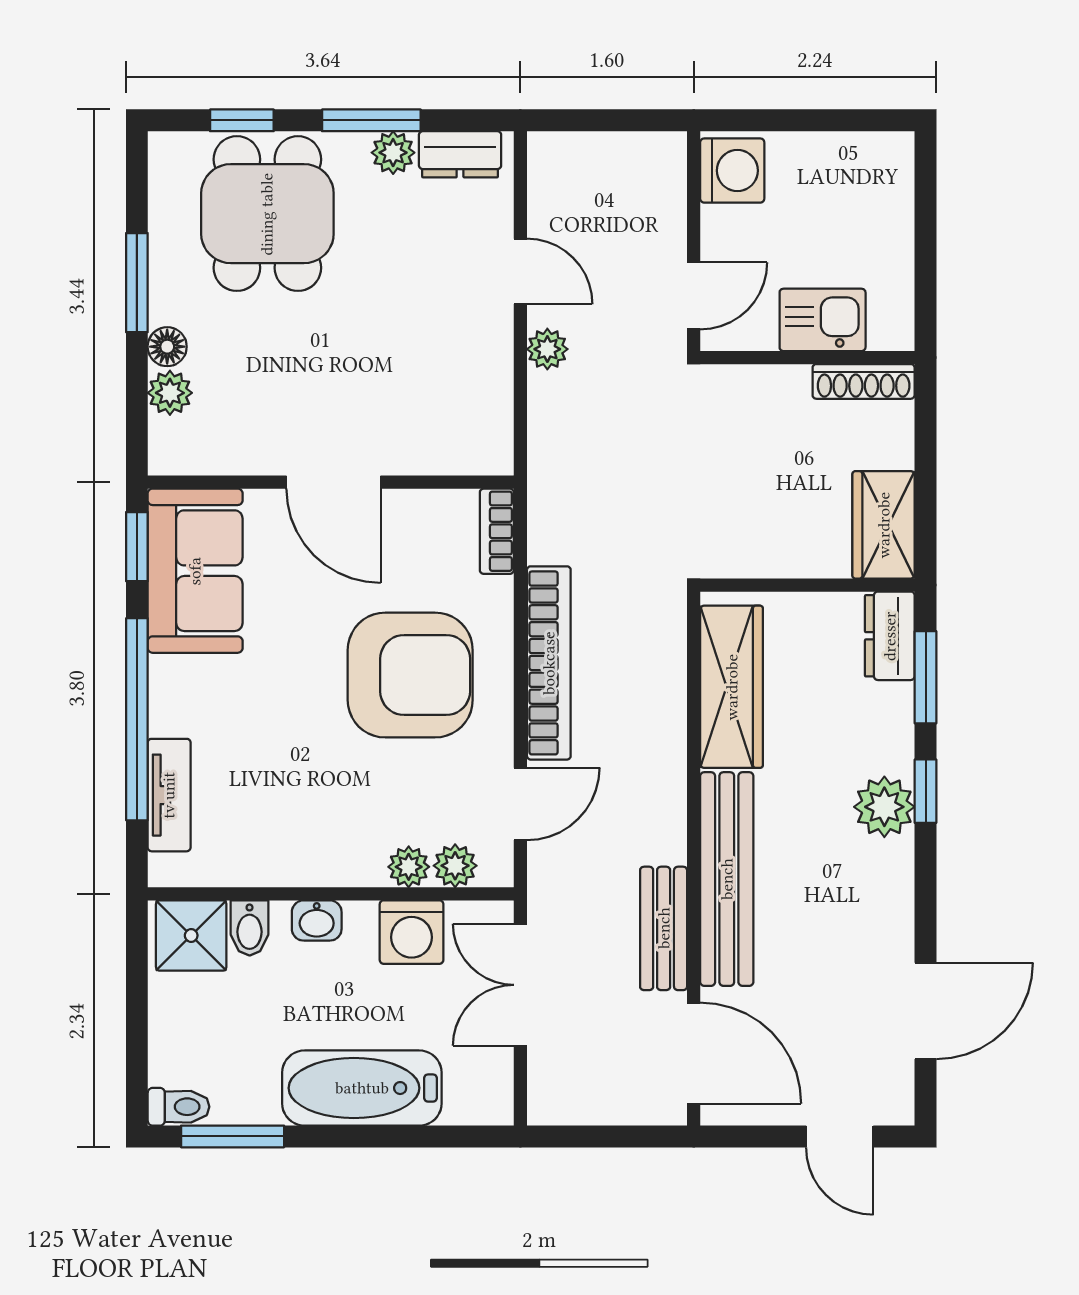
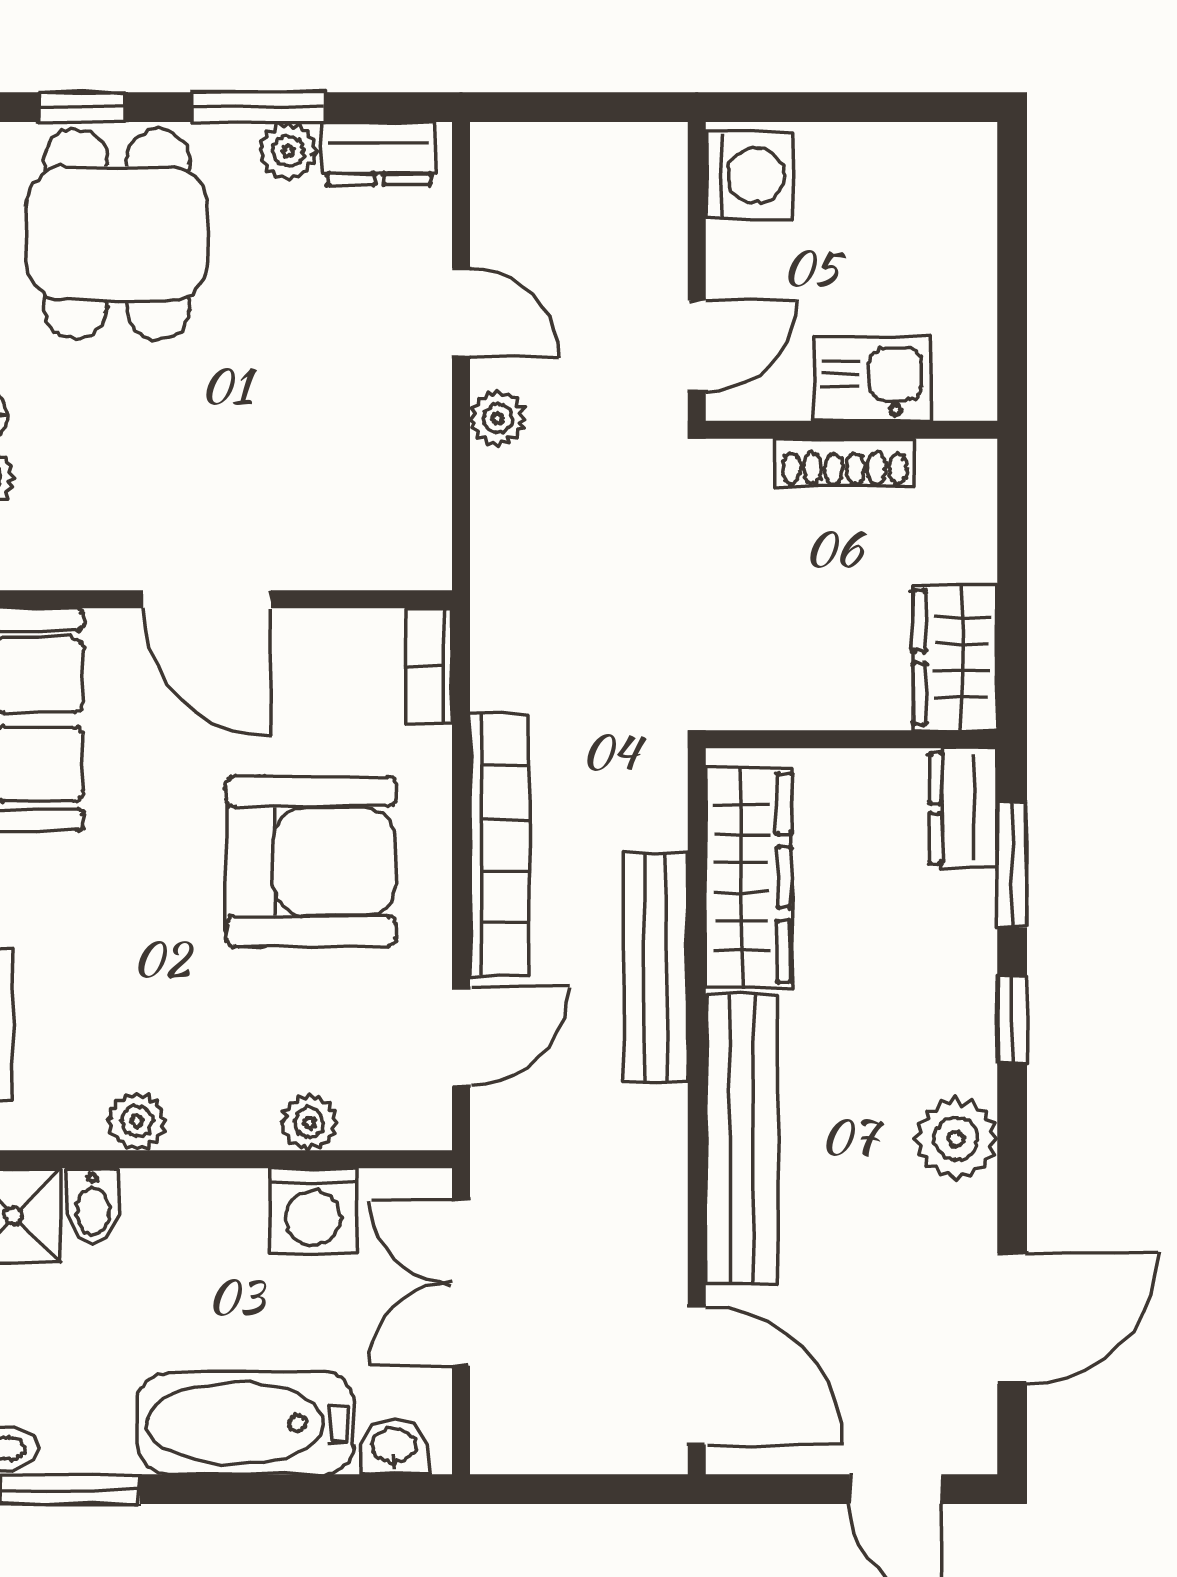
shoe rack: (864, 381) -> (845, 462), moved
plant: (884, 807) -> (956, 1139), moved
plant: (455, 866) -> (137, 1121), moved
washbasin: (317, 920) -> (394, 1447), moved, turned 180
bench: (664, 928) -> (656, 968), moved, width x1.36

